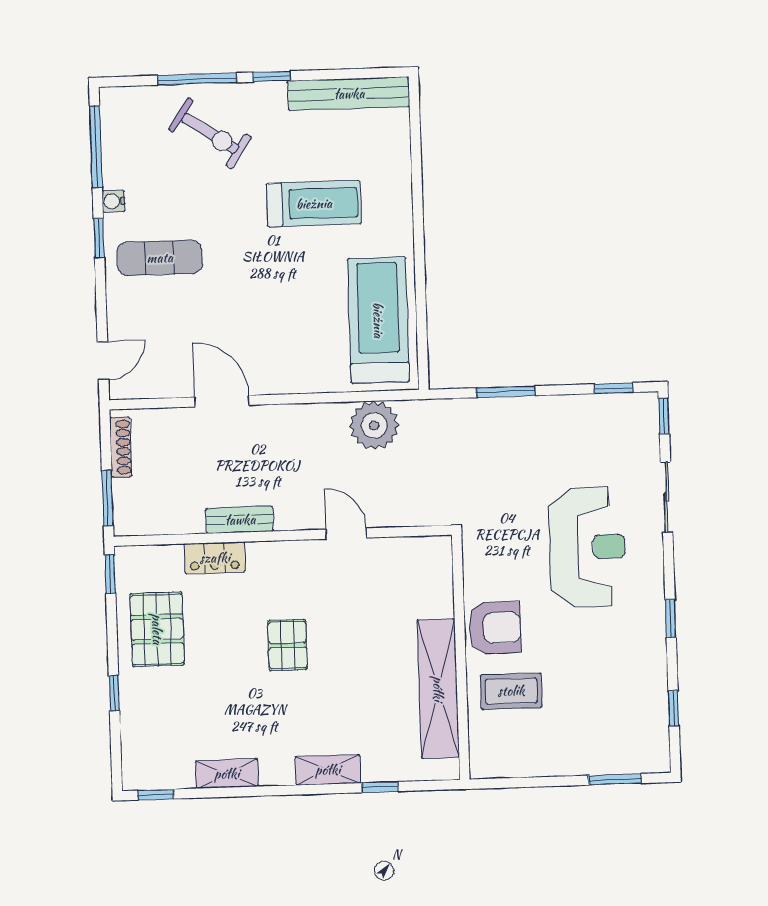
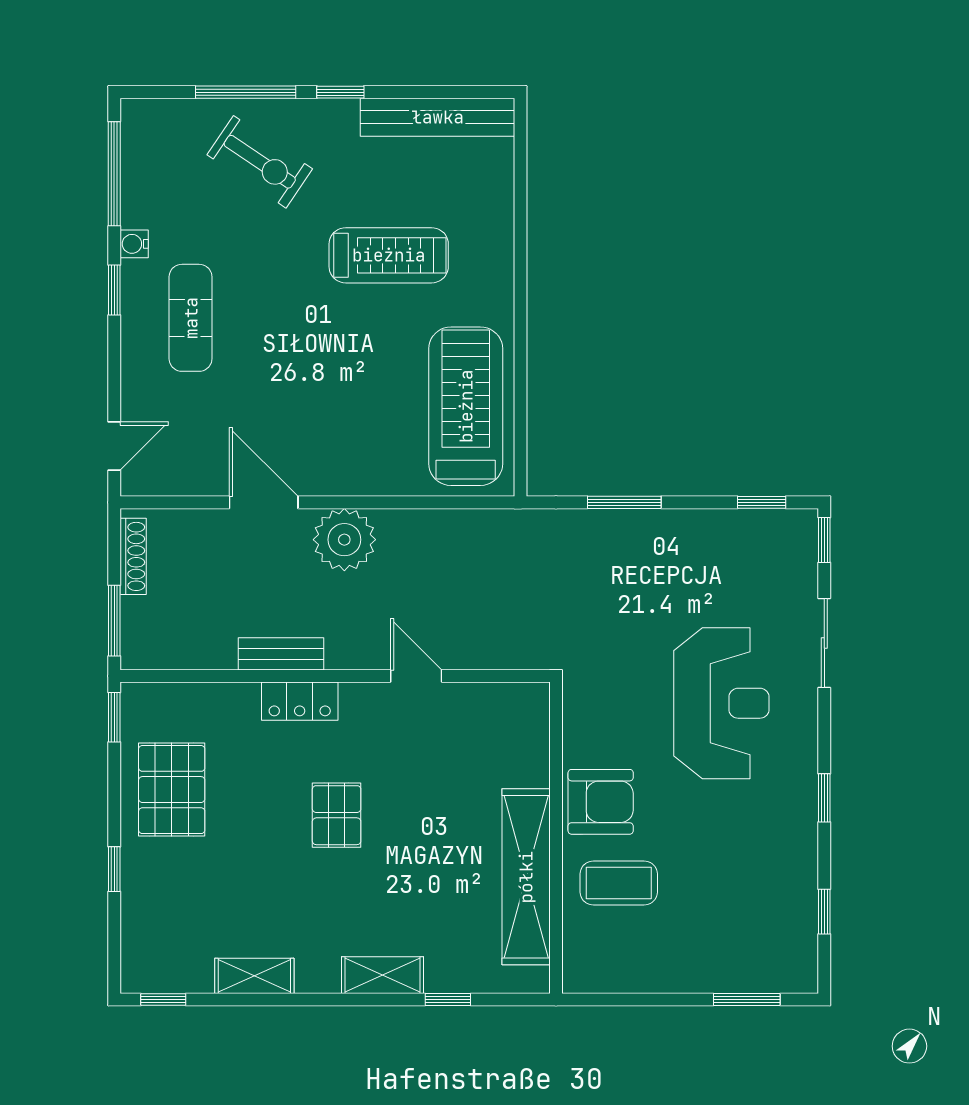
exercise mat: (160, 258) -> (191, 318), turned 90
plant: (374, 425) -> (344, 540), moved
locker: (215, 558) -> (300, 701), moved

